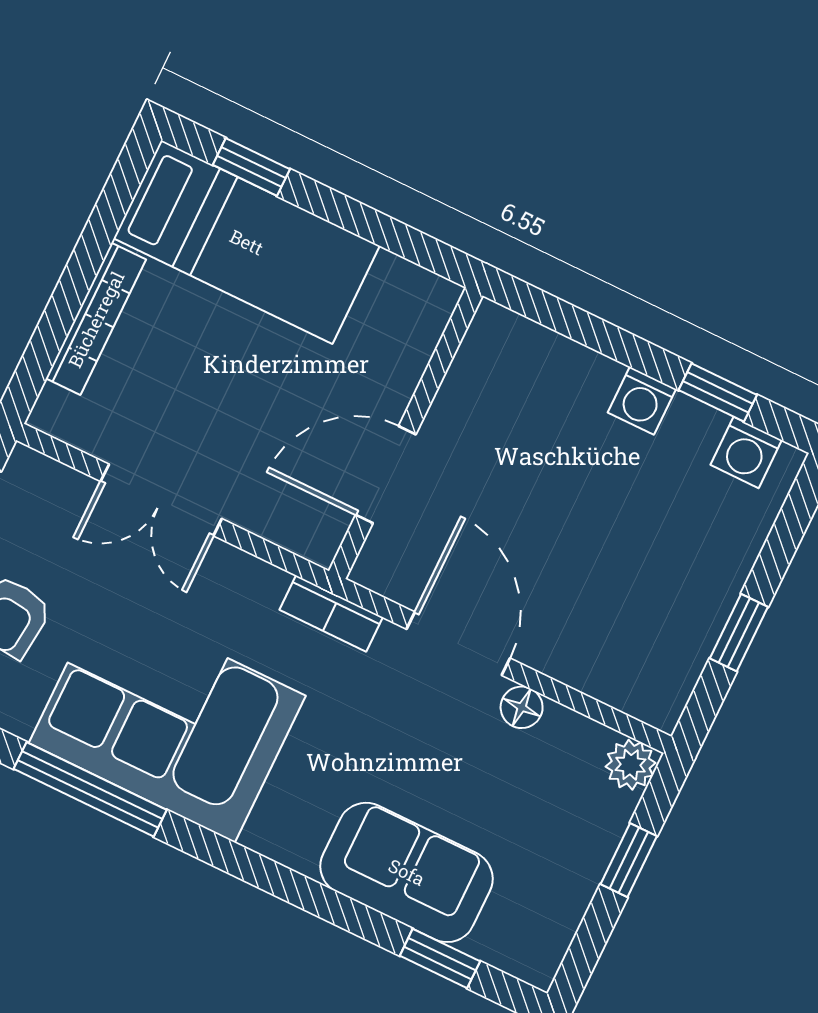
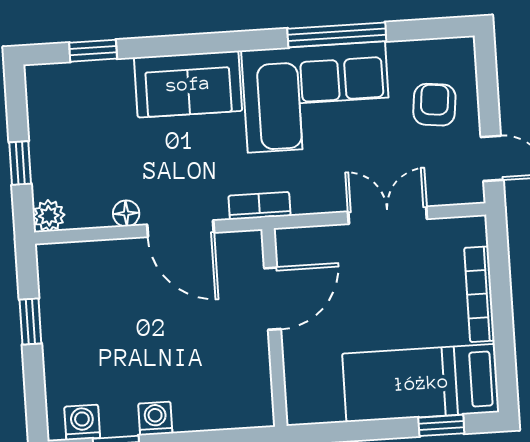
sofa: (407, 872) -> (188, 84), moved

